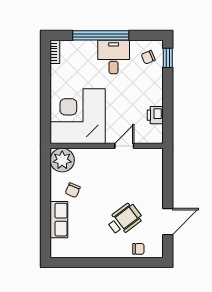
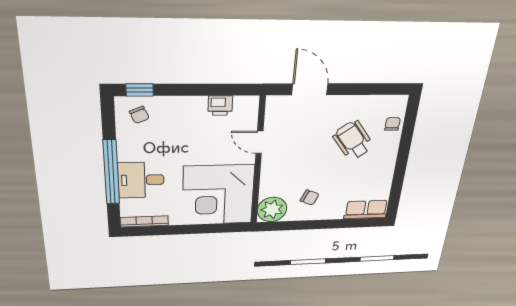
bookcase: (55, 52) -> (144, 221), width x1.56
desk: (114, 57) -> (141, 180), moved
row of seats: (59, 220) -> (366, 210), moved
door: (168, 222) -> (310, 89), moved

